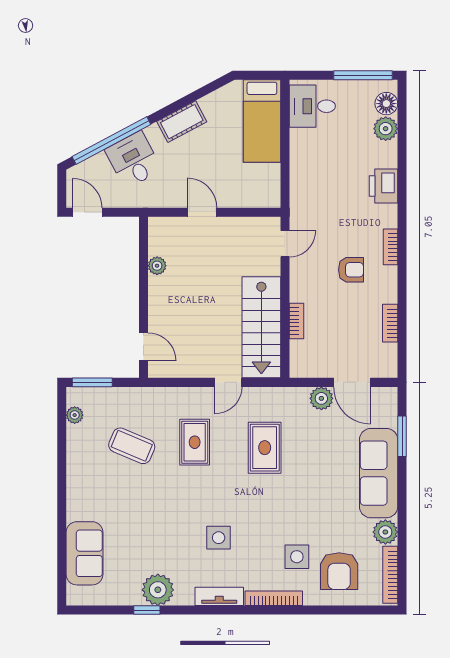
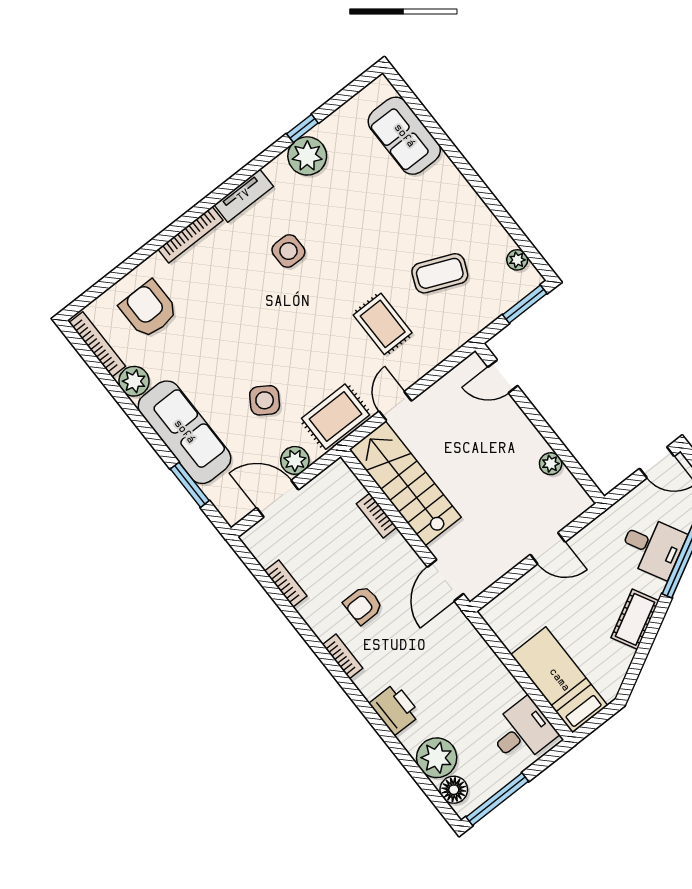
plant: (386, 129) -> (437, 758), width x1.36, depth x1.36
door: (285, 244) -> (445, 580), width x1.38
rug: (265, 448) -> (335, 417), moved, turned 90
side table: (297, 557) -> (265, 400), moved, turned 33

